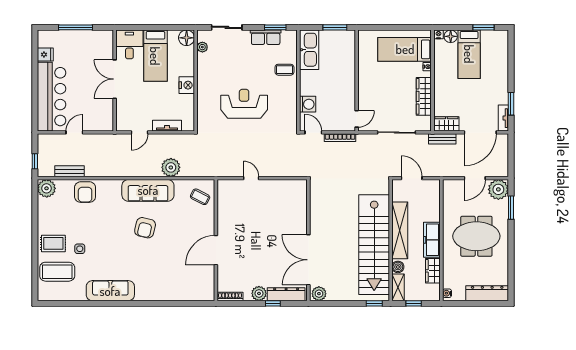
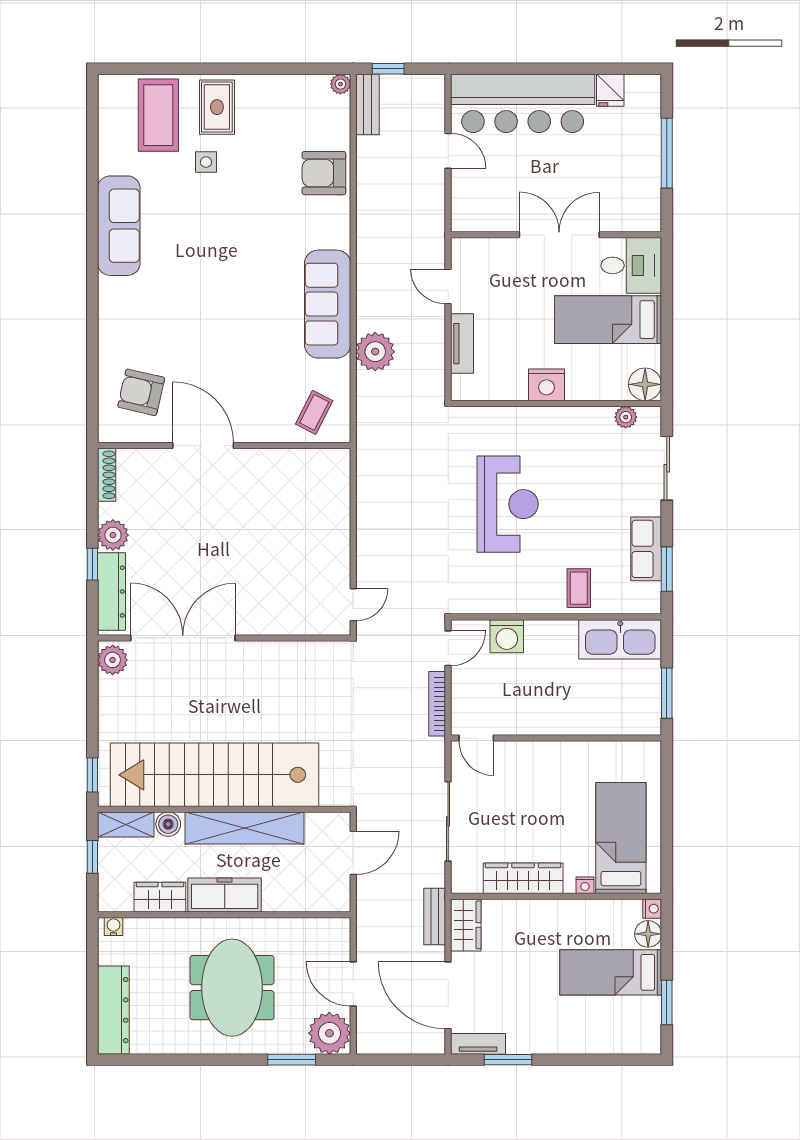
bench: (70, 171) -> (367, 104), moved
door: (251, 178) -> (353, 605), moved
plant: (47, 188) -> (340, 84), width x0.53, depth x0.53
armchair: (145, 228) -> (141, 392), moved

